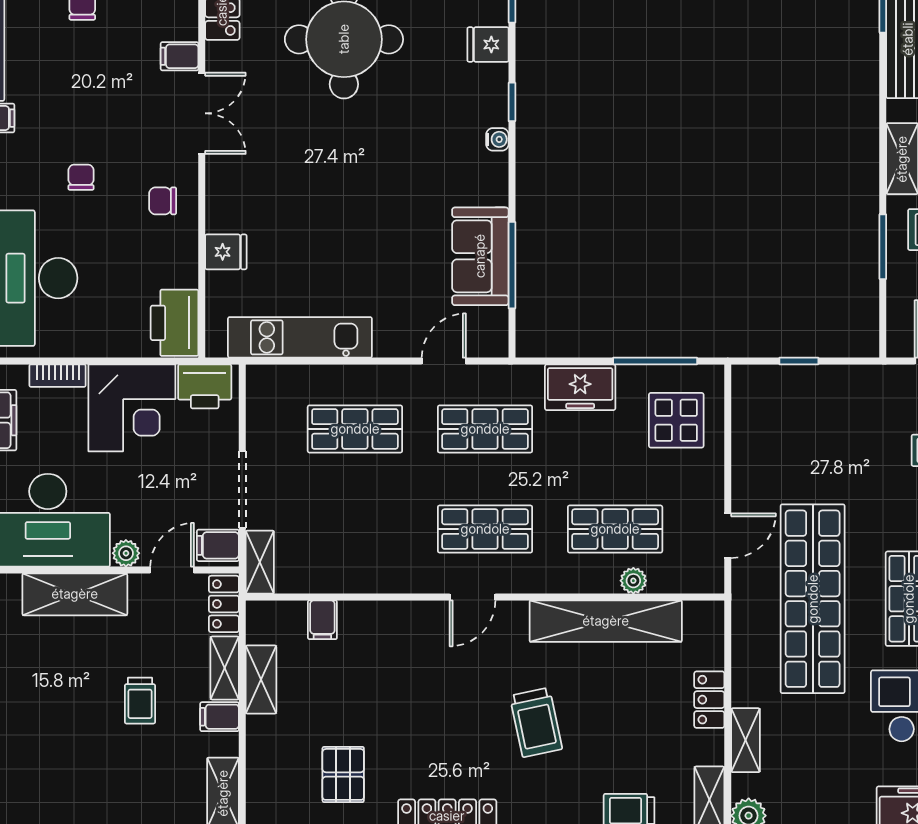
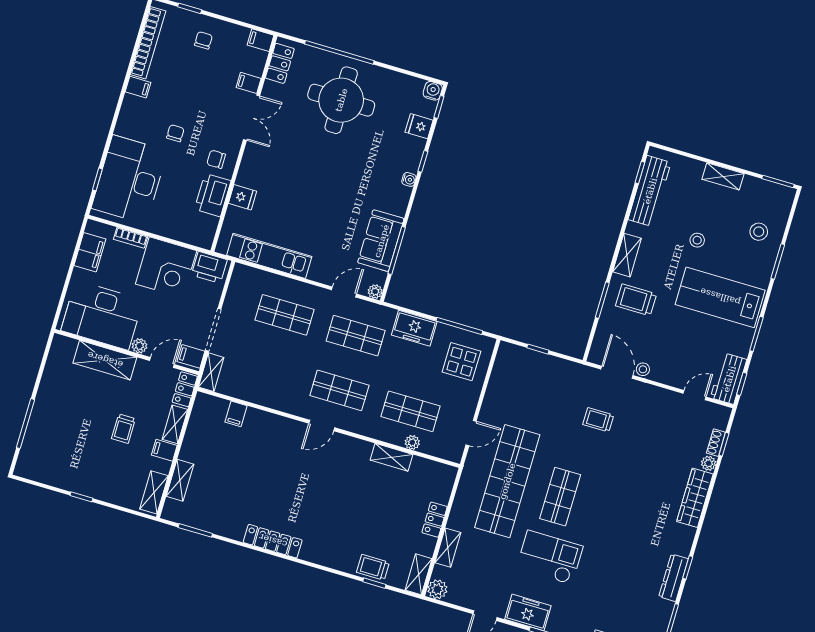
printer: (175, 323) -> (213, 195), moved
plant: (496, 345) -> (375, 292), added
shelving: (606, 621) -> (391, 457), width x0.45, depth x0.75
shelving: (261, 679) -> (180, 480), moved
trolley: (536, 722) -> (336, 504), removed
pallet: (343, 774) -> (223, 502), removed

